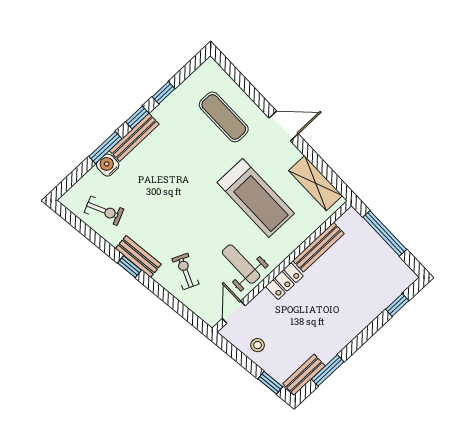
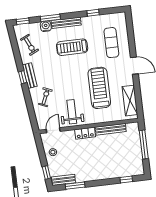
window: (137, 118) -> (23, 21), moved
treadmill: (170, 167) -> (72, 47), added
treadmill: (256, 198) -> (99, 88), turned 180

